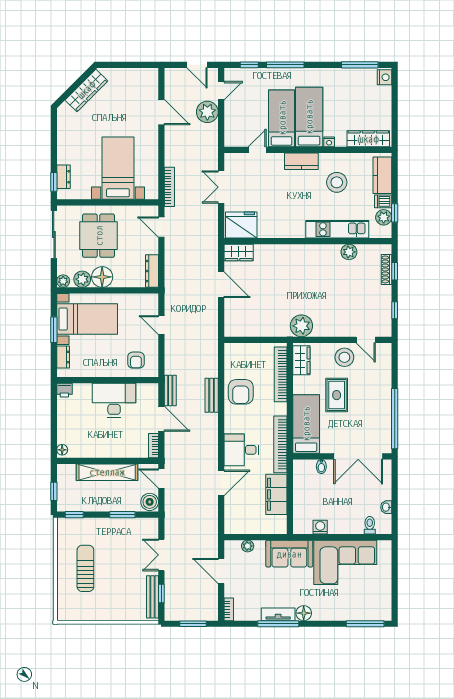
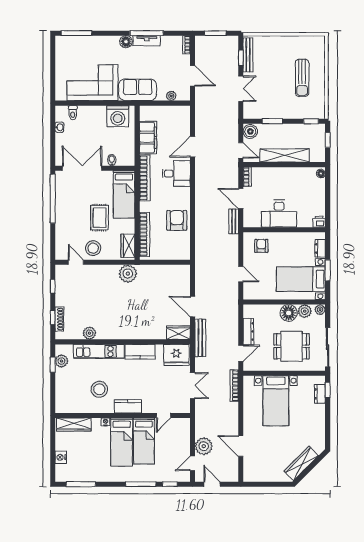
nightstand: (384, 77) -> (61, 457), moved
kitchen counter: (382, 175) -> (140, 352), moved, turned 90
dishwasher: (383, 201) -> (62, 374), removed
door: (161, 227) -> (241, 353), hinge flipped
dining table: (99, 236) -> (292, 346), turned 90
dresser: (152, 271) -> (248, 331), moved
bench: (212, 395) -> (200, 338), moved, width x1.36
washing machine: (320, 527) -> (118, 116), width x1.89, depth x1.89

